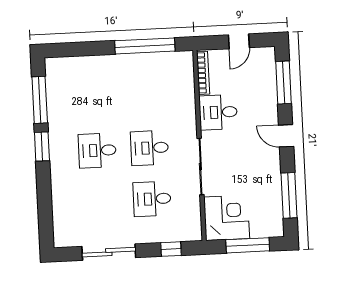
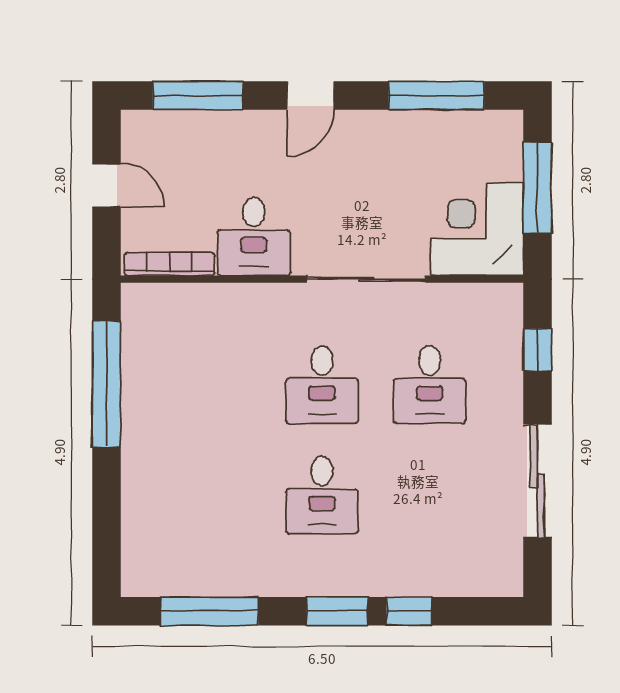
window: (42, 146) -> (337, 611), moved
window: (44, 194) -> (409, 611), added

